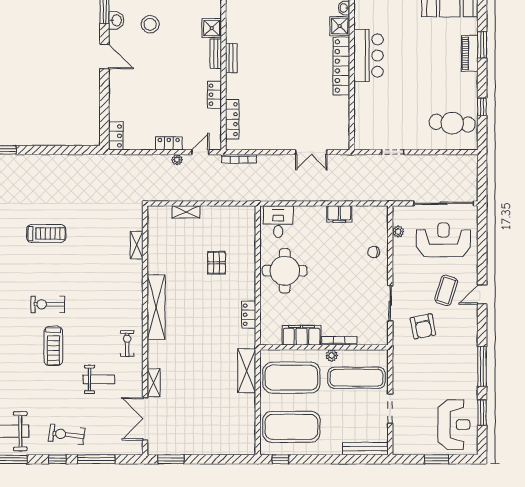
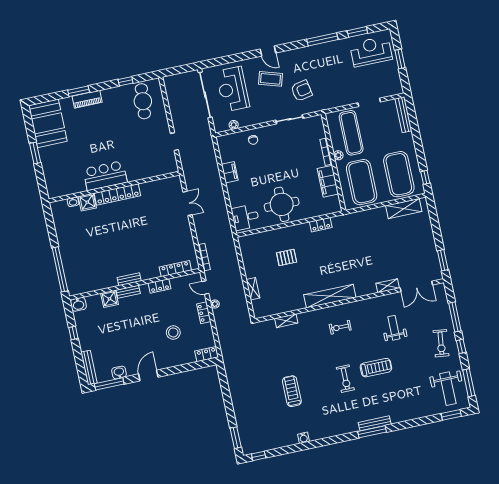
stool: (150, 24) -> (173, 332), moved
exercise bike: (127, 343) -> (340, 327), moved
shelving: (247, 371) -> (404, 209), moved

